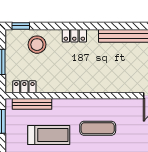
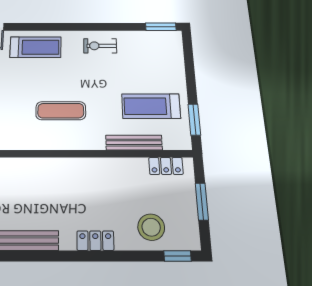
bench: (32, 104) -> (134, 143), moved
treadmill: (49, 135) -> (151, 106), moved

